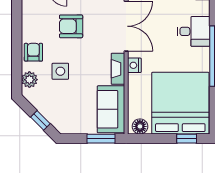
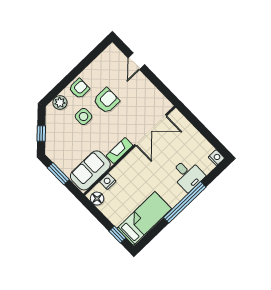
armchair: (71, 26) -> (106, 101), moved, turned 90
nightstand: (134, 65) -> (108, 181), moved
bed: (180, 103) -> (144, 218), width x0.49
window: (101, 139) -> (58, 174), moved

